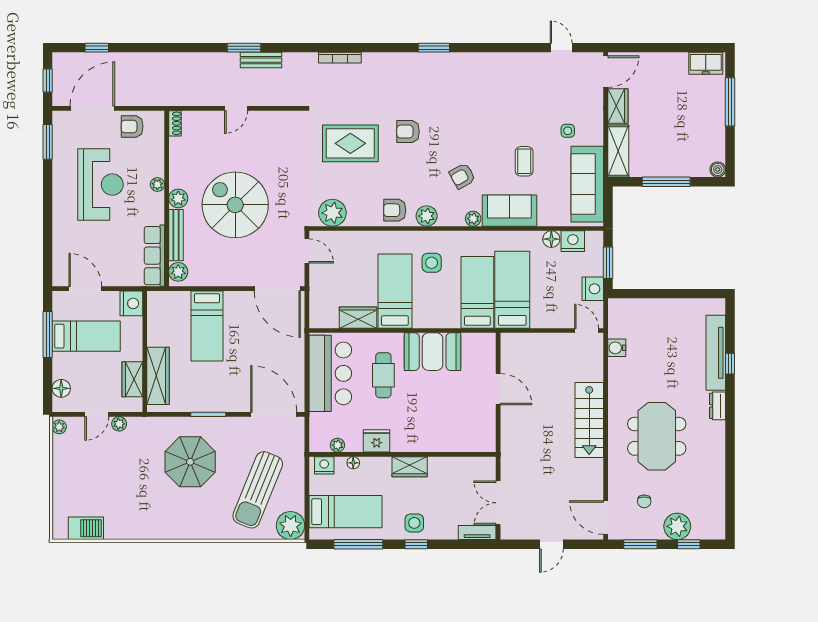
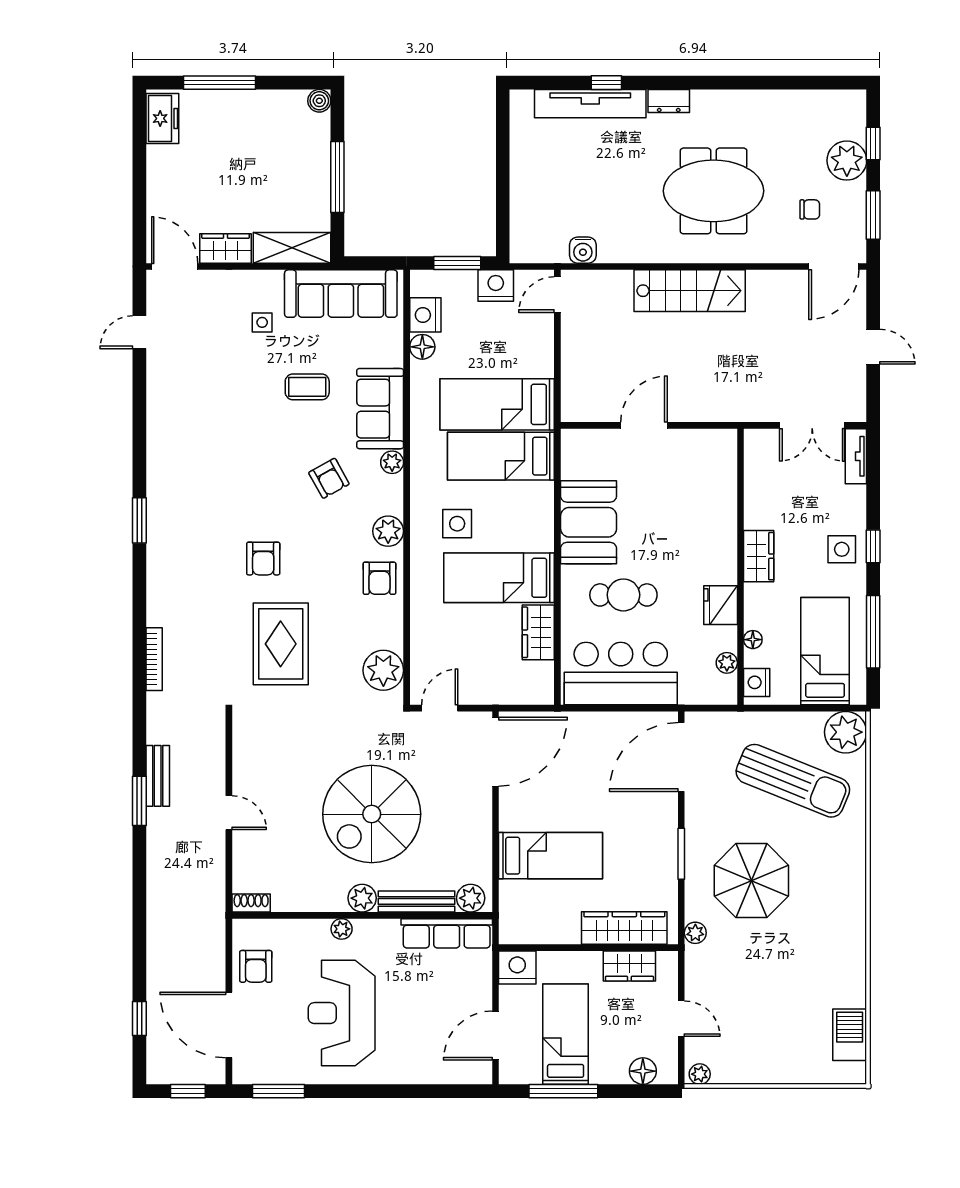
reception desk: (101, 185) -> (342, 1013), turned -90
plant: (119, 424) -> (695, 933), moved

